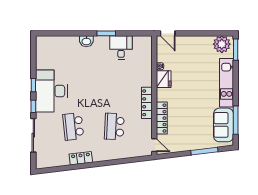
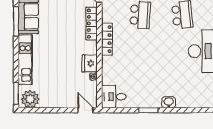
desk: (121, 47) -> (114, 97), moved, turned 90

